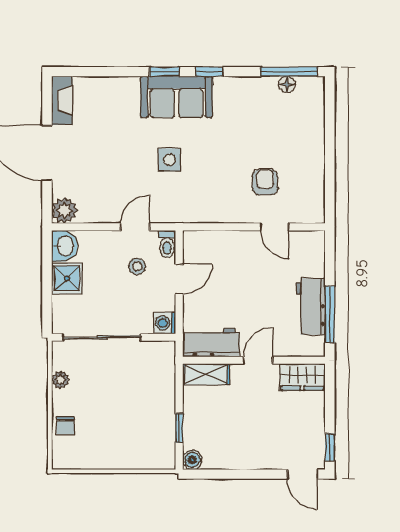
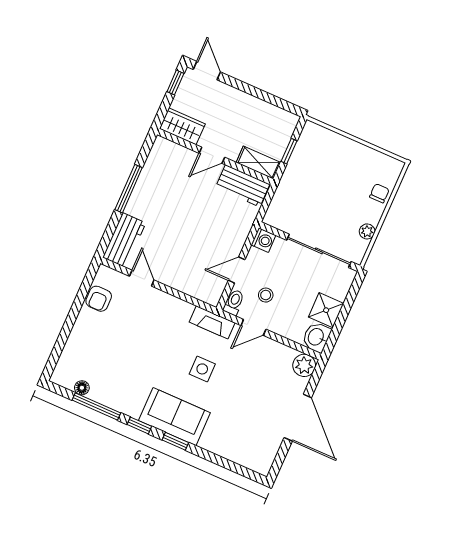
window: (289, 72) -> (96, 406), moved
fireplace: (62, 101) -> (212, 322), moved, turned -90
armchair: (265, 182) -> (99, 299), moved
workbench: (311, 307) -> (124, 240), moved
workbench: (212, 342) -> (243, 186), moved
wall: (254, 360) -> (215, 157), moved
door: (258, 360) -> (212, 155), moved
shelving: (206, 374) -> (258, 162), moved
wardrobe: (302, 377) -> (182, 126), moved
boiler: (192, 460) -> (290, 121), removed

